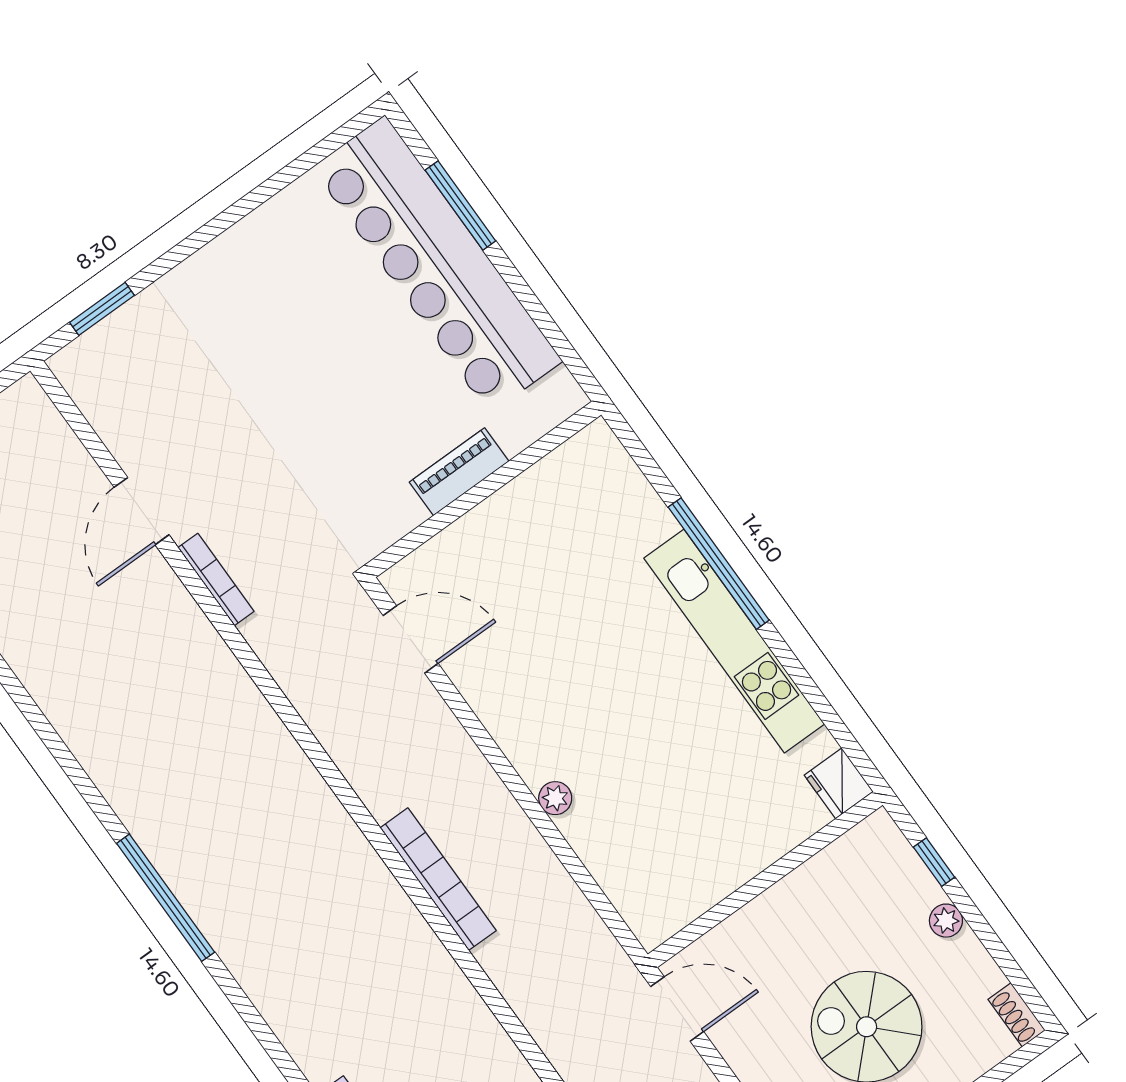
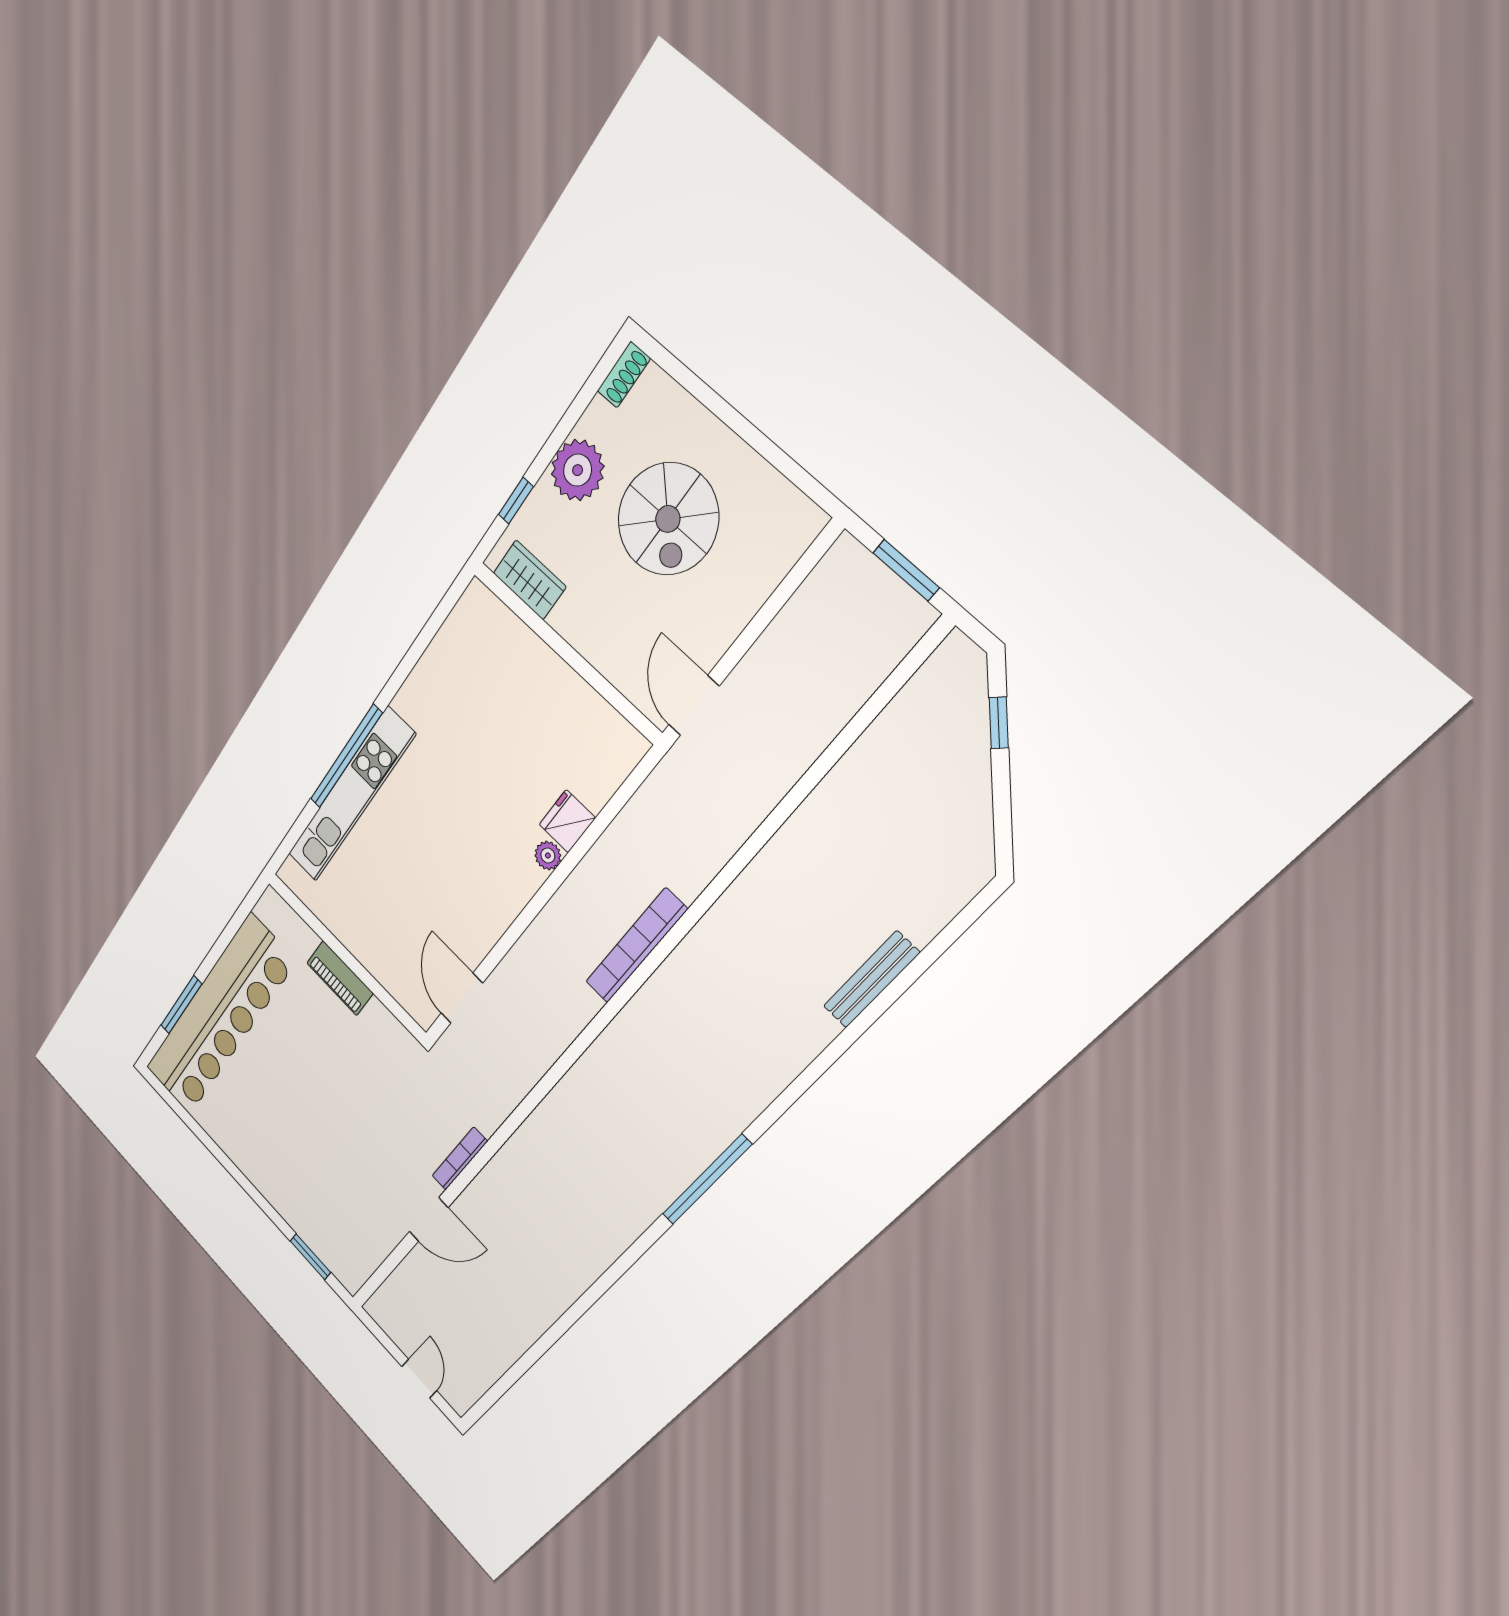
kitchen unit: (734, 641) -> (351, 795), moved
fridge: (839, 783) -> (567, 821), moved, turned 180
wardrobe: (850, 856) -> (530, 580), added
plant: (946, 921) -> (578, 470), width x1.88, depth x1.88

